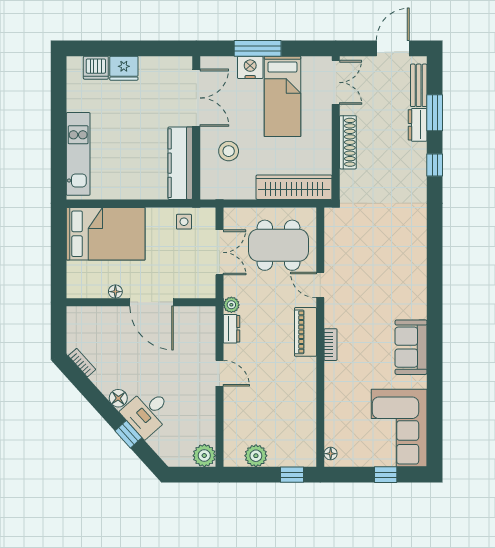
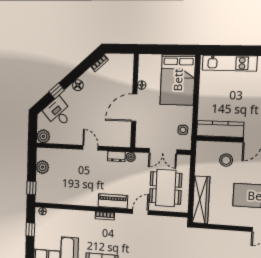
shoe rack: (348, 142) -> (228, 235), removed
door: (220, 373) -> (90, 148), swing flipped
desk: (147, 412) -> (58, 112), moved
window: (386, 475) -> (30, 229), moved

